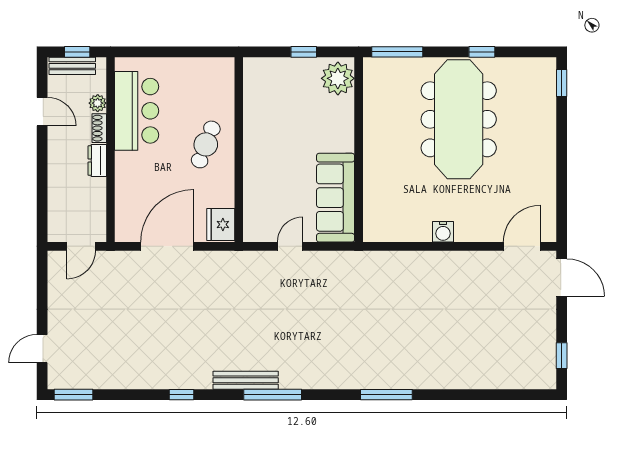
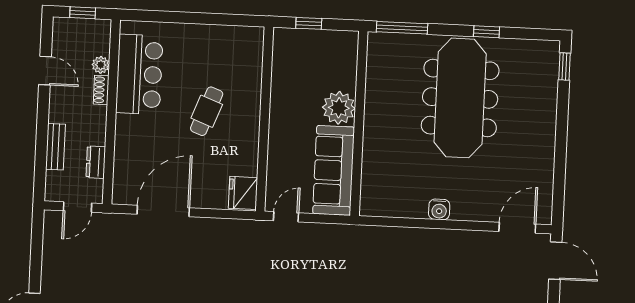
bench: (72, 66) -> (55, 147), moved, turned 90
plant: (338, 78) -> (339, 108), moved
wall: (239, 150) -> (265, 119), moved
dresser: (97, 161) -> (96, 162), moved
fridge: (221, 224) -> (243, 193), moved

